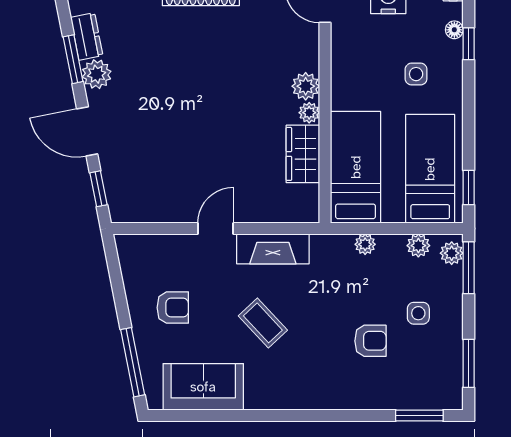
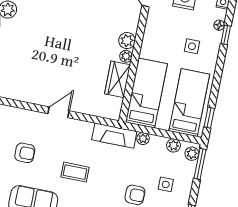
fireplace: (273, 249) -> (114, 136), moved
coffee table: (263, 323) -> (75, 172), turned -47

